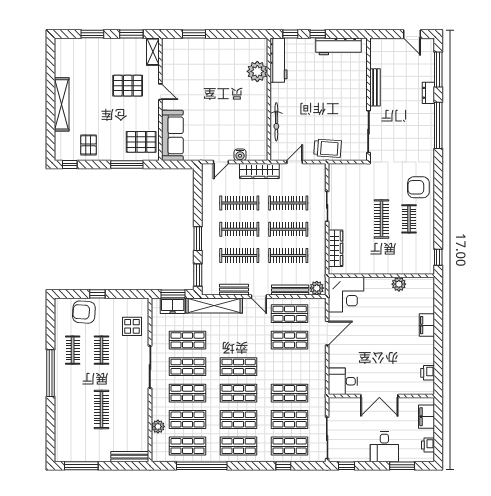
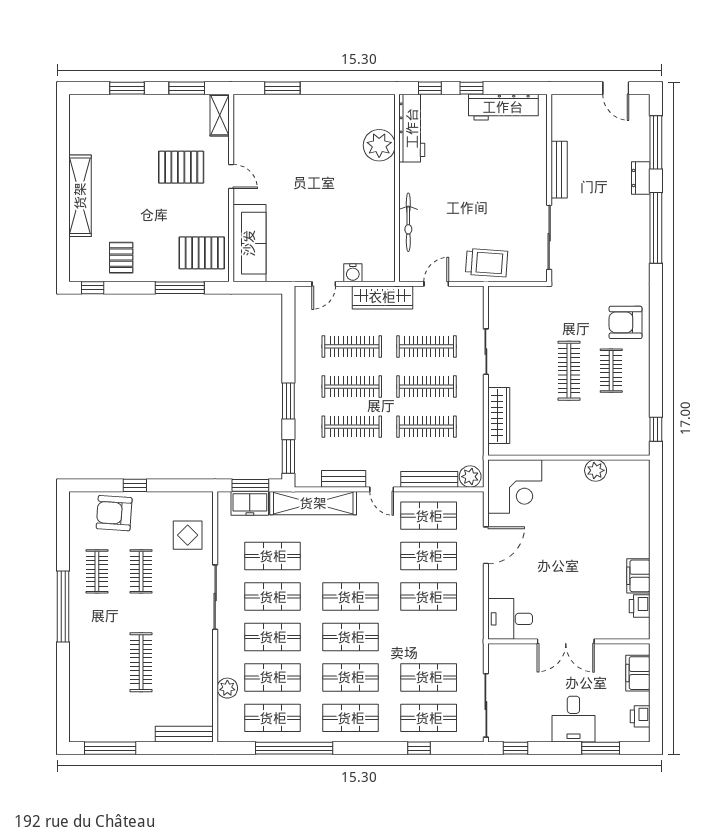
filing cabinet: (427, 325) -> (638, 576), moved
shop shelf: (290, 393) -> (429, 597), moved

